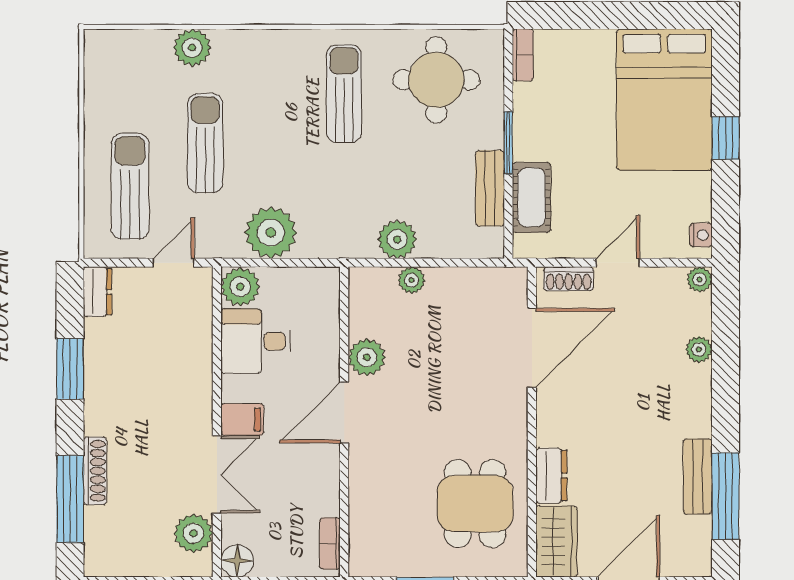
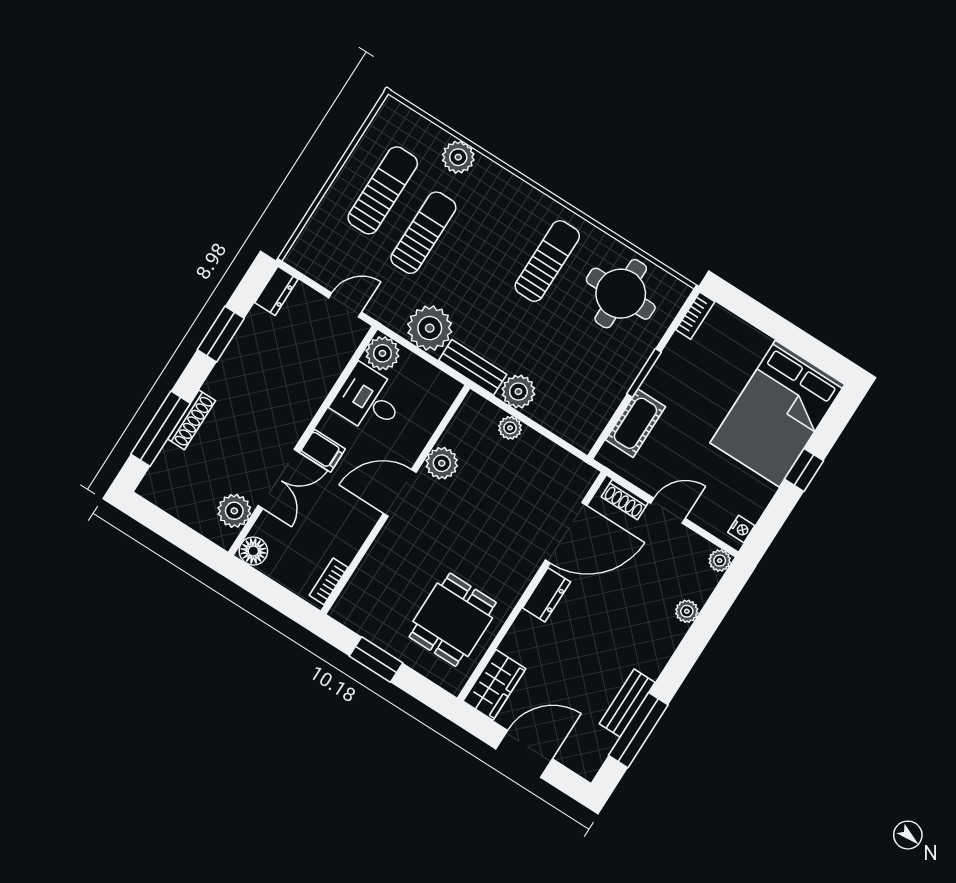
sun lounger: (130, 186) -> (383, 190), moved
bench: (490, 188) -> (473, 367), moved, turned 90
dresser: (551, 476) -> (546, 595), moved

